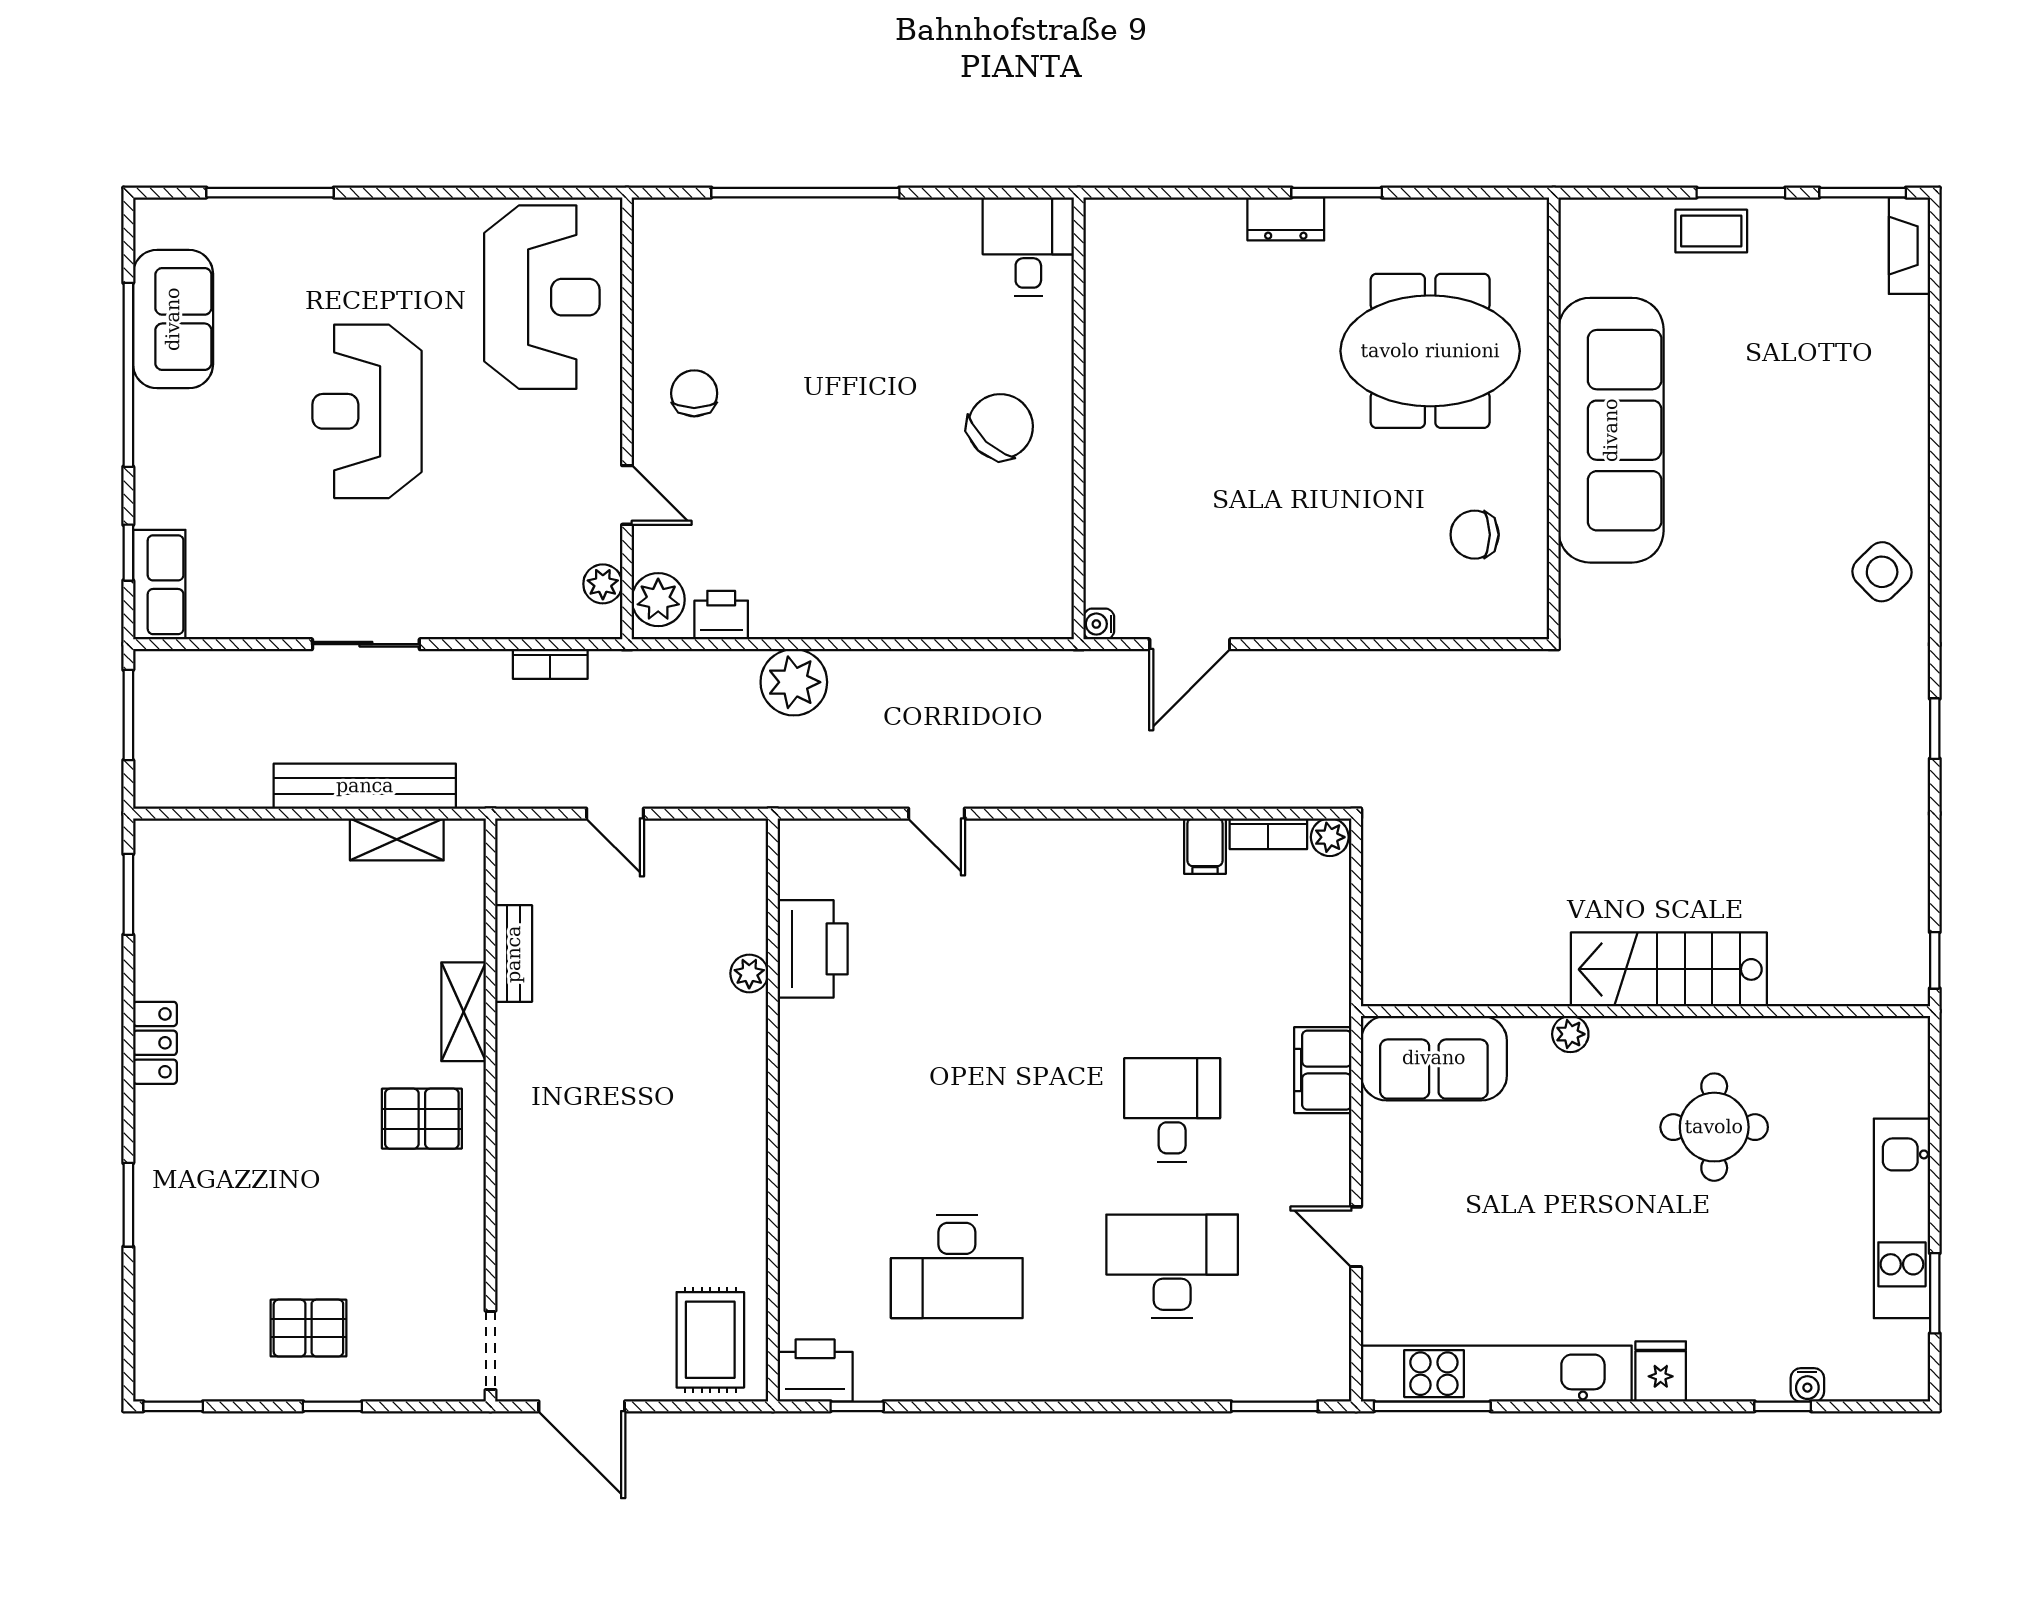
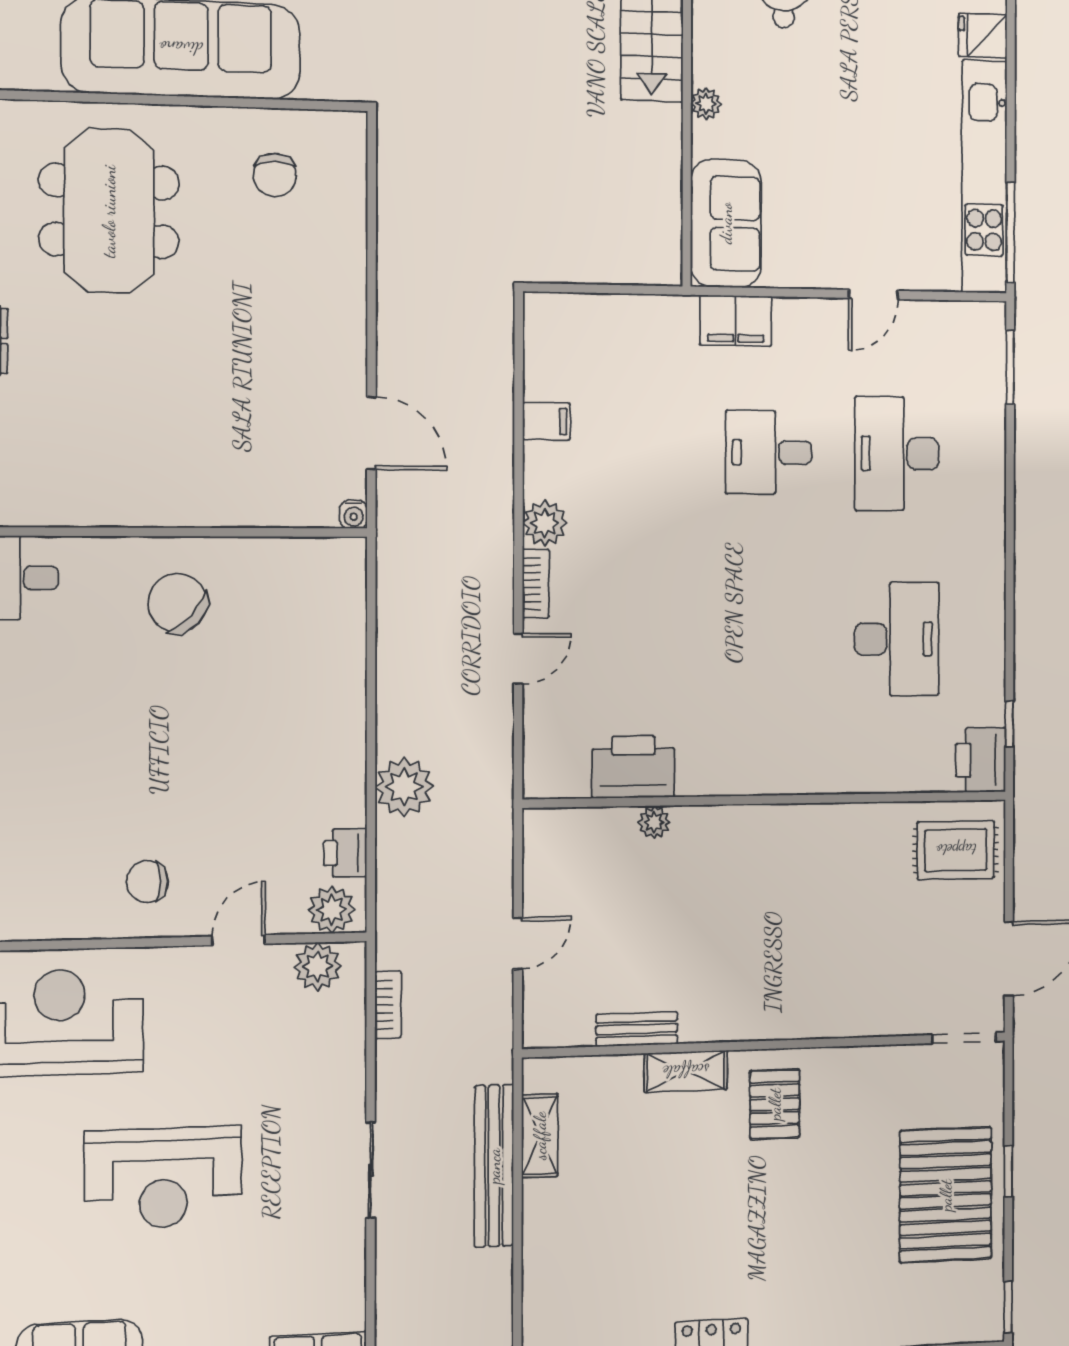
plant: (603, 584) -> (318, 966), width x1.38, depth x1.38
bookcase: (1268, 834) -> (536, 584), moved
plant: (1330, 837) -> (545, 523), moved, width x1.38, depth x1.38
pallet: (308, 1328) -> (946, 1195), width x2.05, depth x2.00

